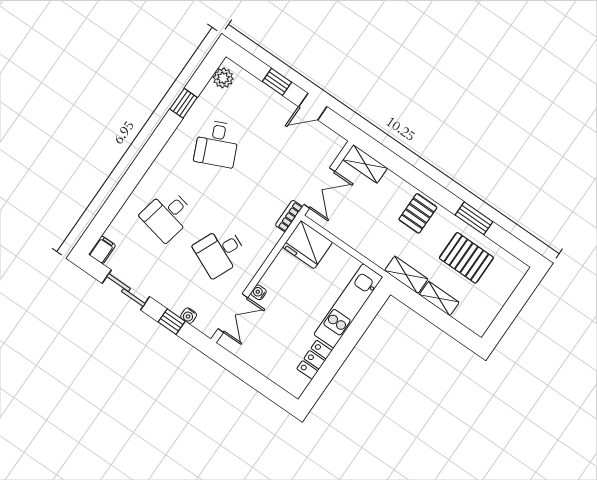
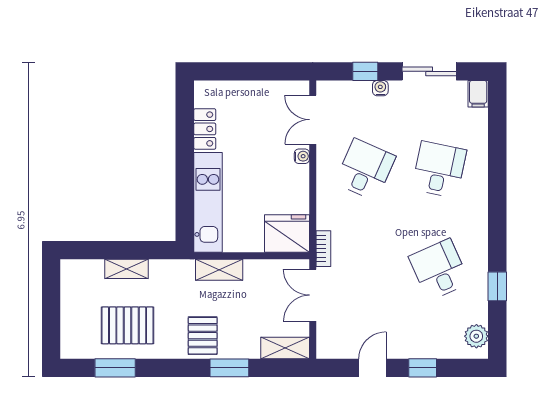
window: (415, 177) -> (229, 368), added
window: (474, 218) -> (115, 368), moved
shelving: (406, 275) -> (219, 270), moved
water cooler: (189, 316) -> (380, 88), moved

